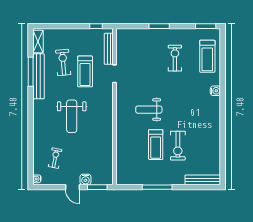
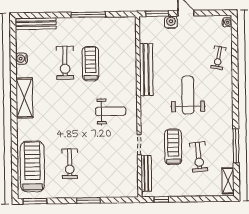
treadmill: (207, 56) -> (32, 166), width x1.37, depth x1.38
bench: (38, 76) -> (146, 70), moved
water cooler: (215, 91) -> (21, 59), moved
weight bench: (149, 110) -> (111, 111), moved
shelving: (213, 116) -> (24, 98), added
exercise bike: (178, 146) -> (65, 63), turned 180
exercise bike: (55, 158) -> (218, 58), moved

